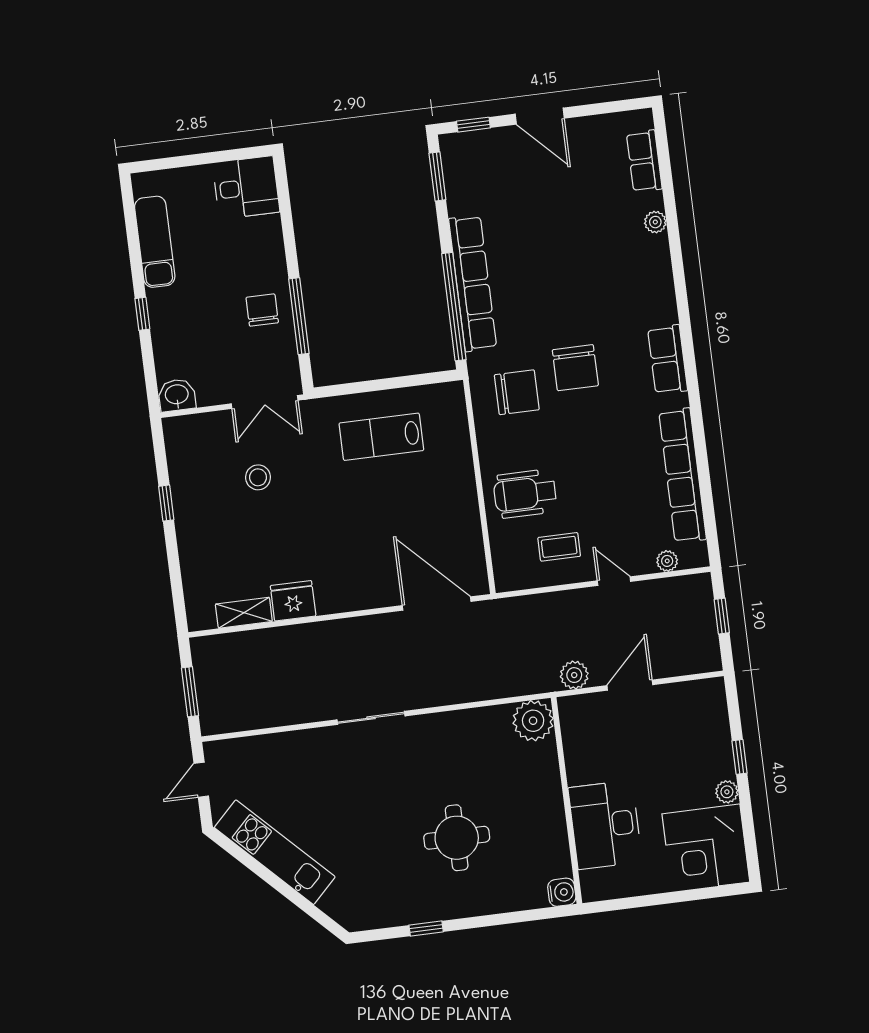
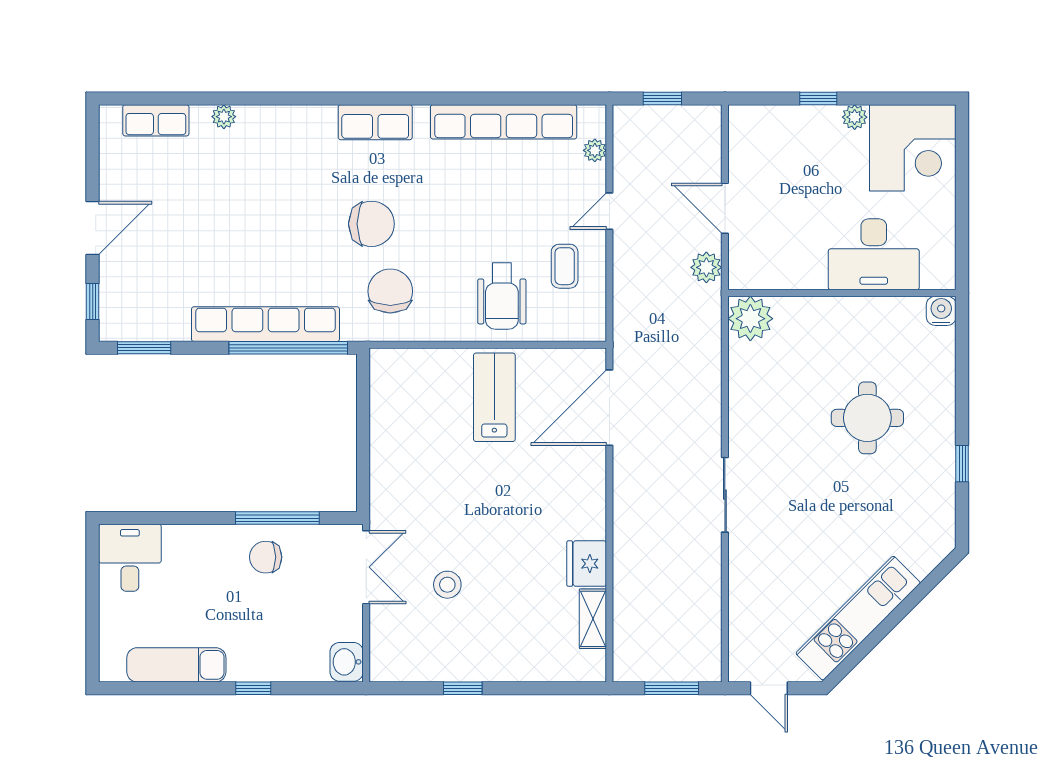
lab bench: (381, 437) -> (494, 397), moved, turned 180

